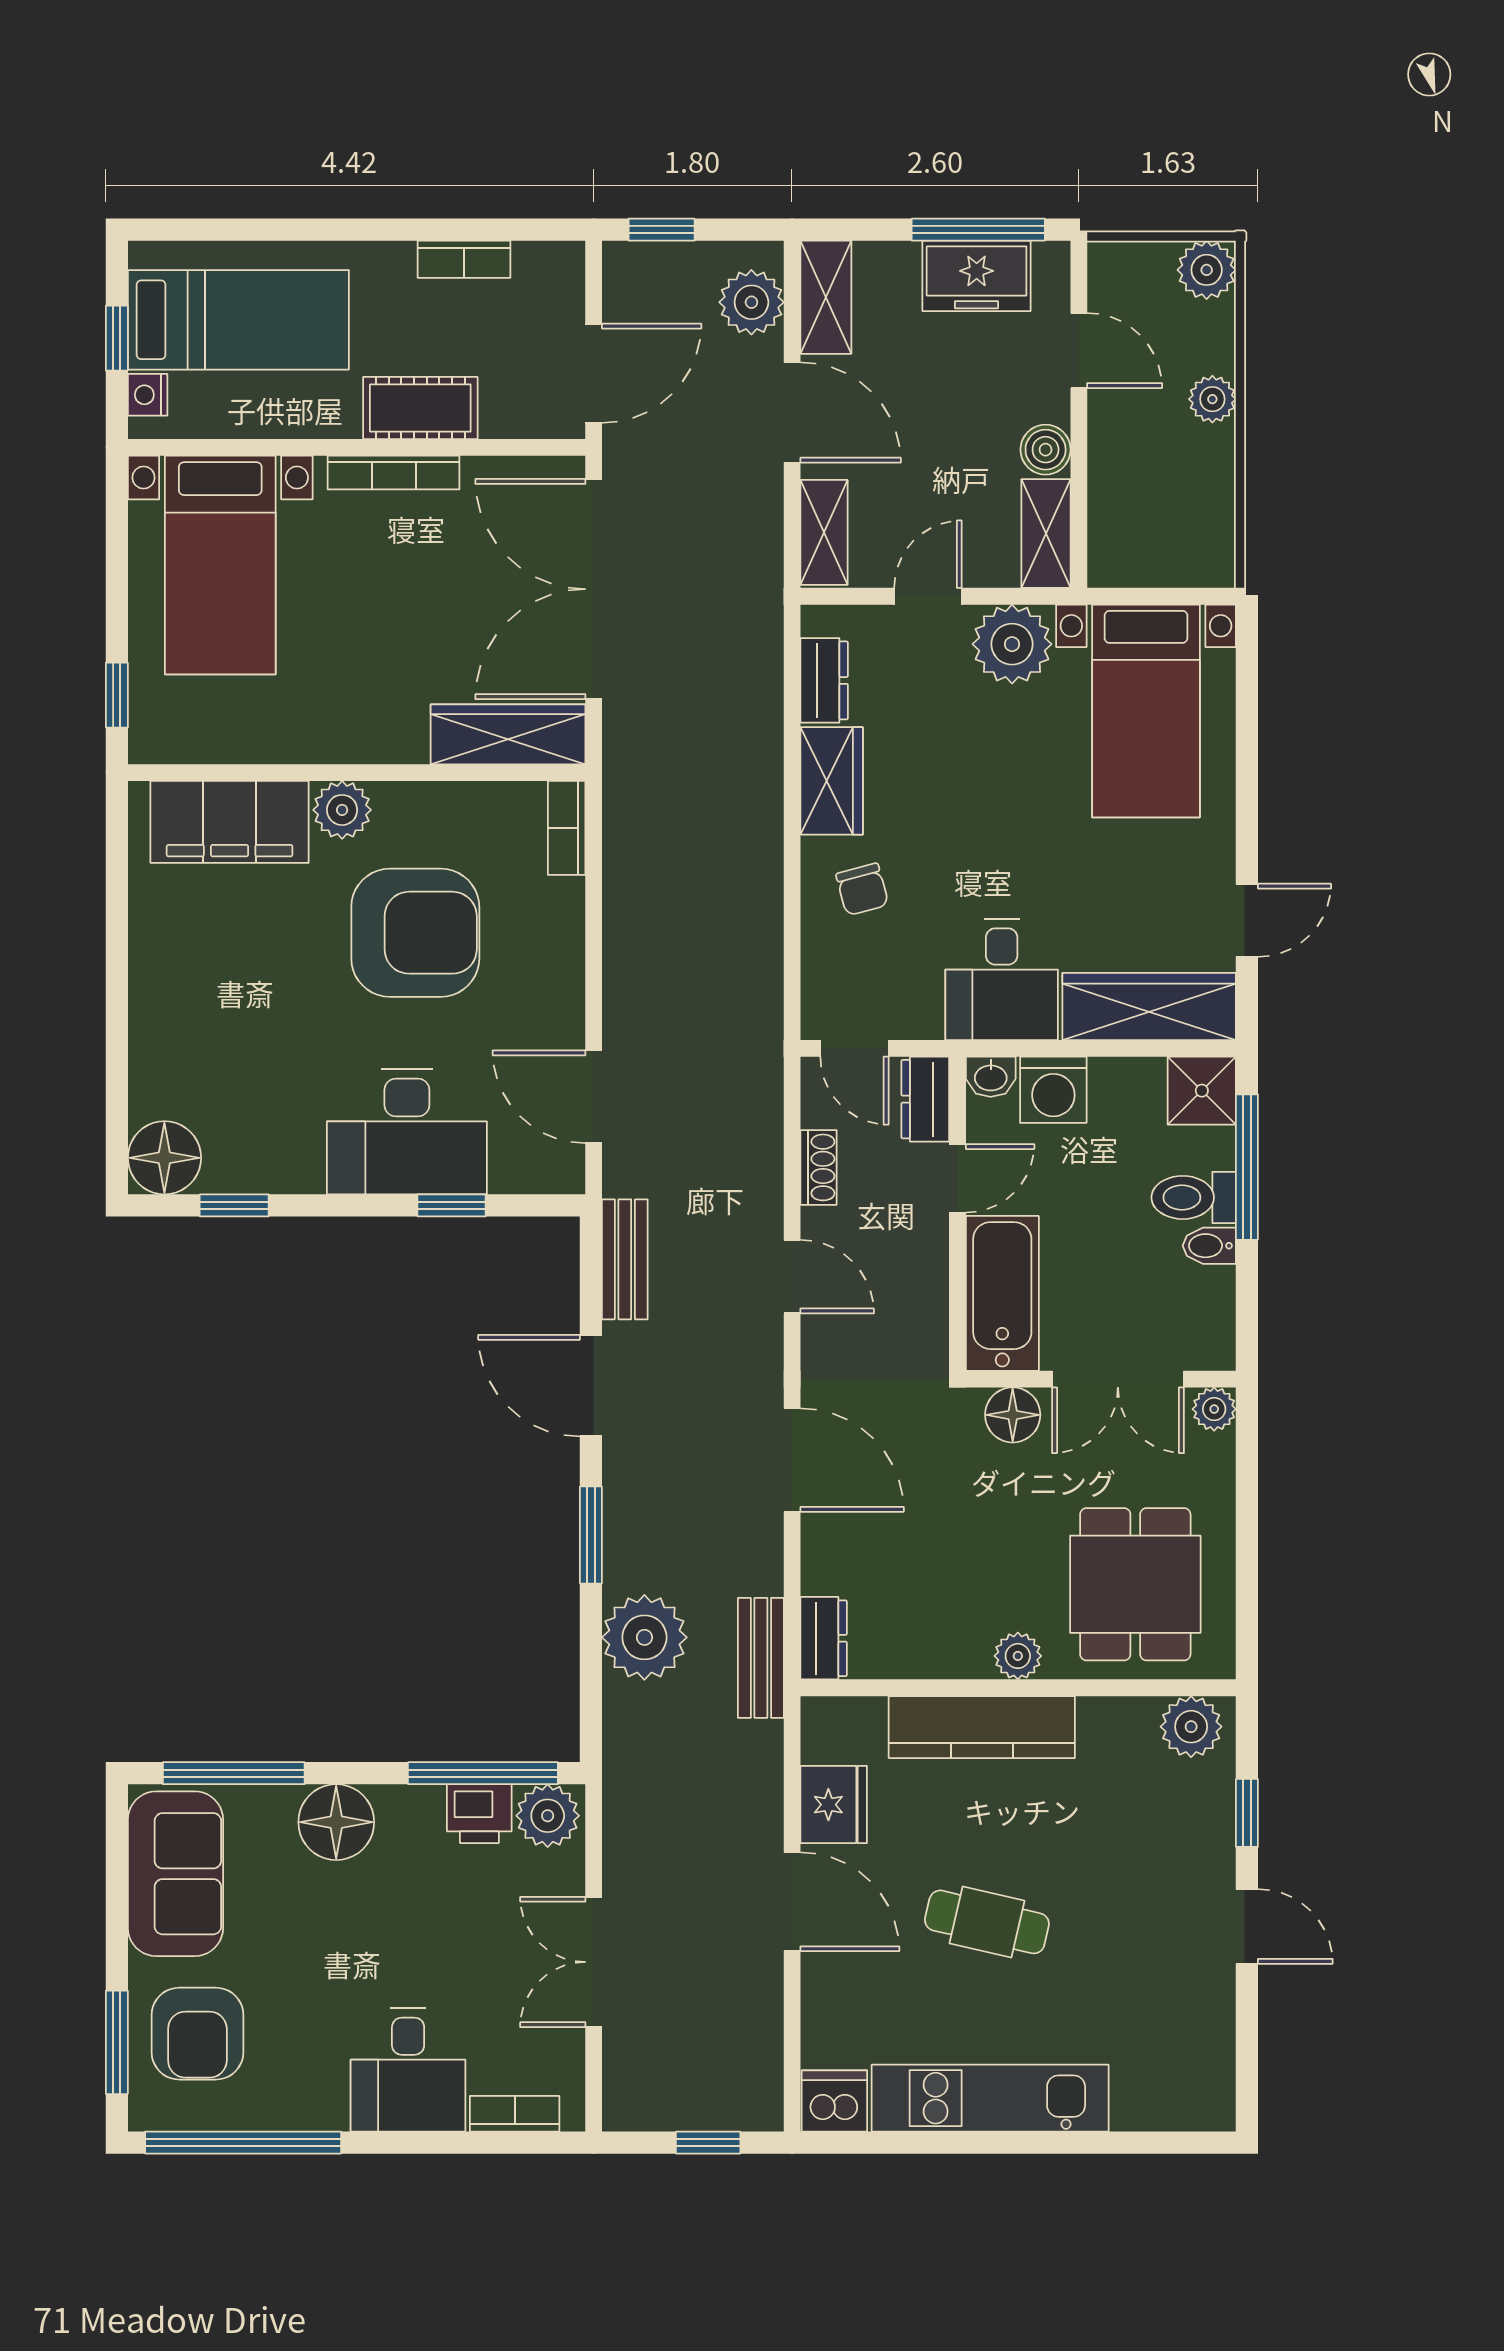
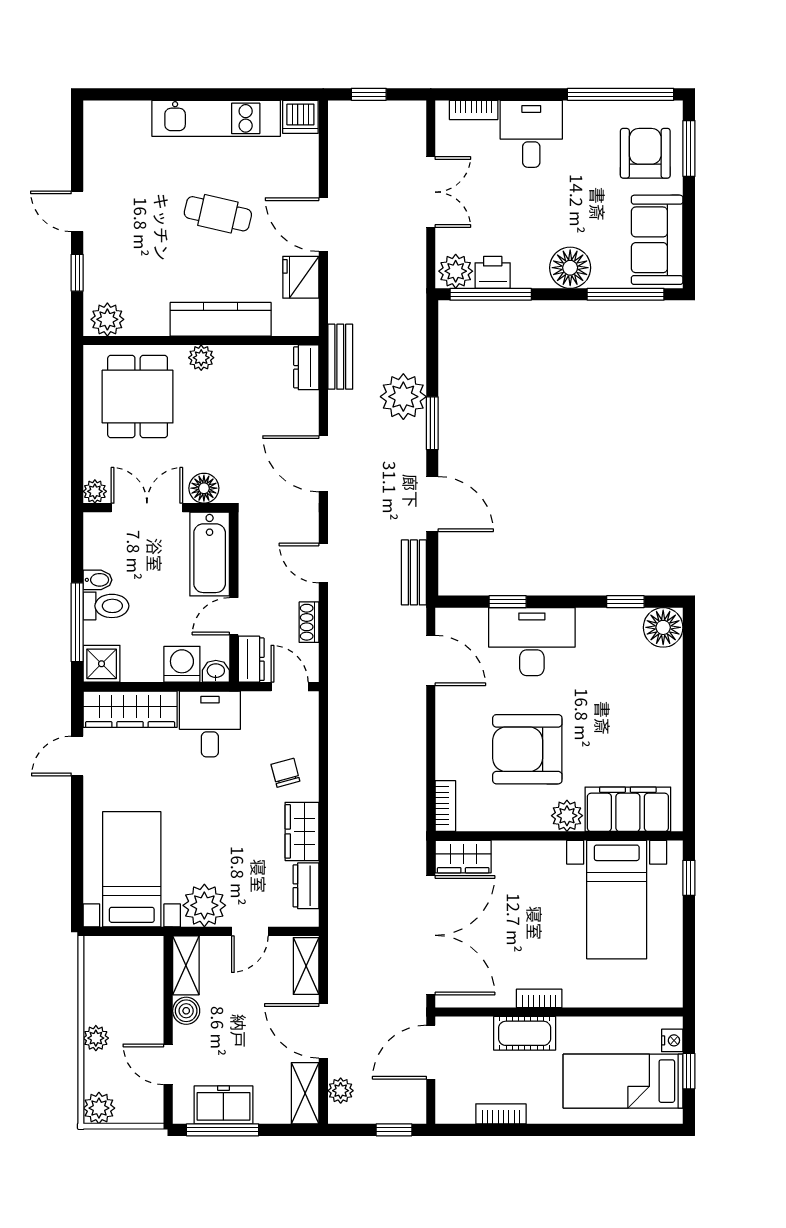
plant: (751, 302) -> (341, 1091), width x0.73, depth x0.73
bookcase: (394, 473) -> (539, 998), width x0.64
bed with nightstands: (220, 565) -> (617, 900), moved, turned 180
wardrobe: (508, 734) -> (463, 857), width x0.67
plant: (644, 1637) -> (403, 397), moved

